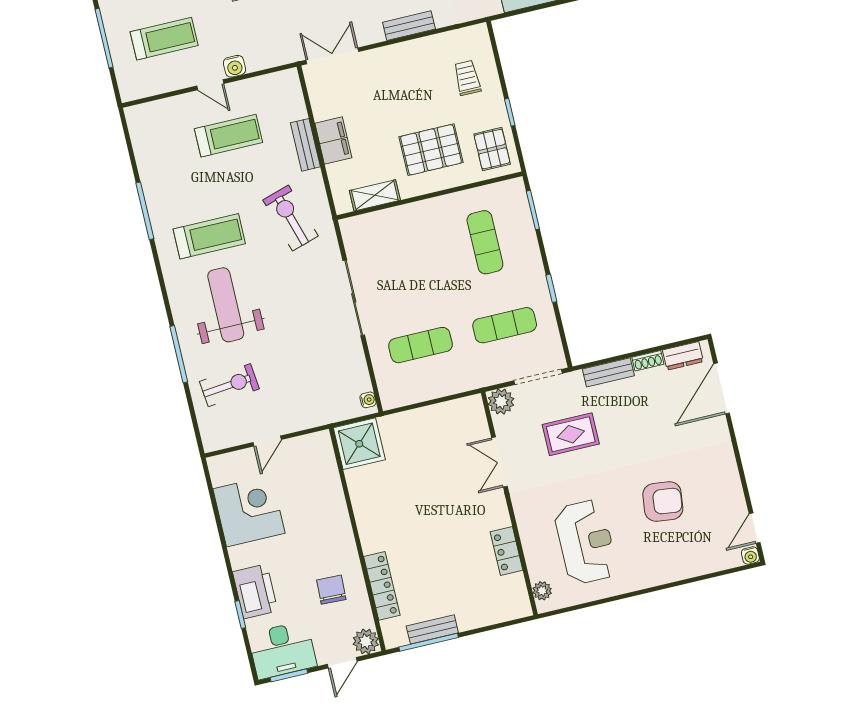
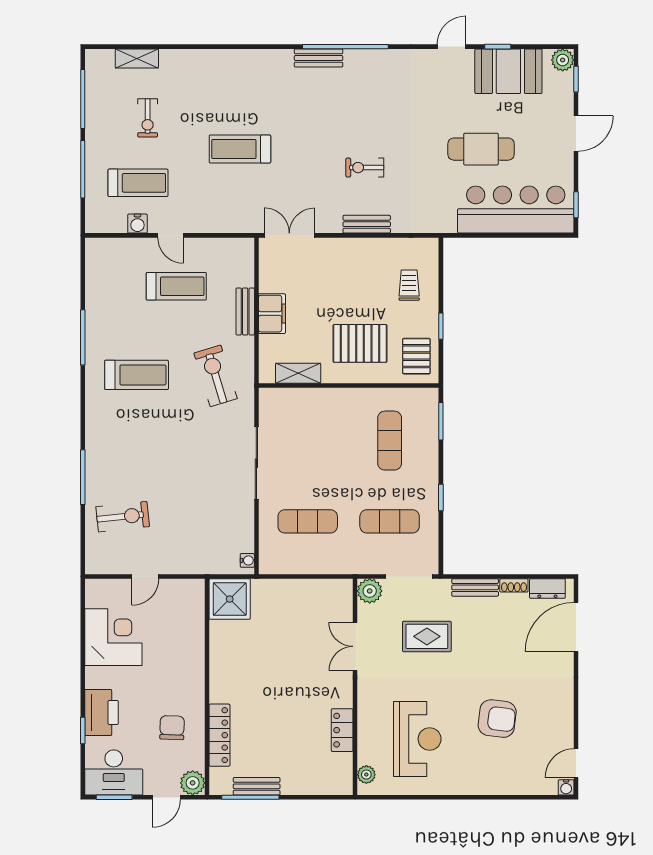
water cooler: (234, 66) -> (137, 224), moved
weight bench: (226, 305) -> (137, 442), removed

